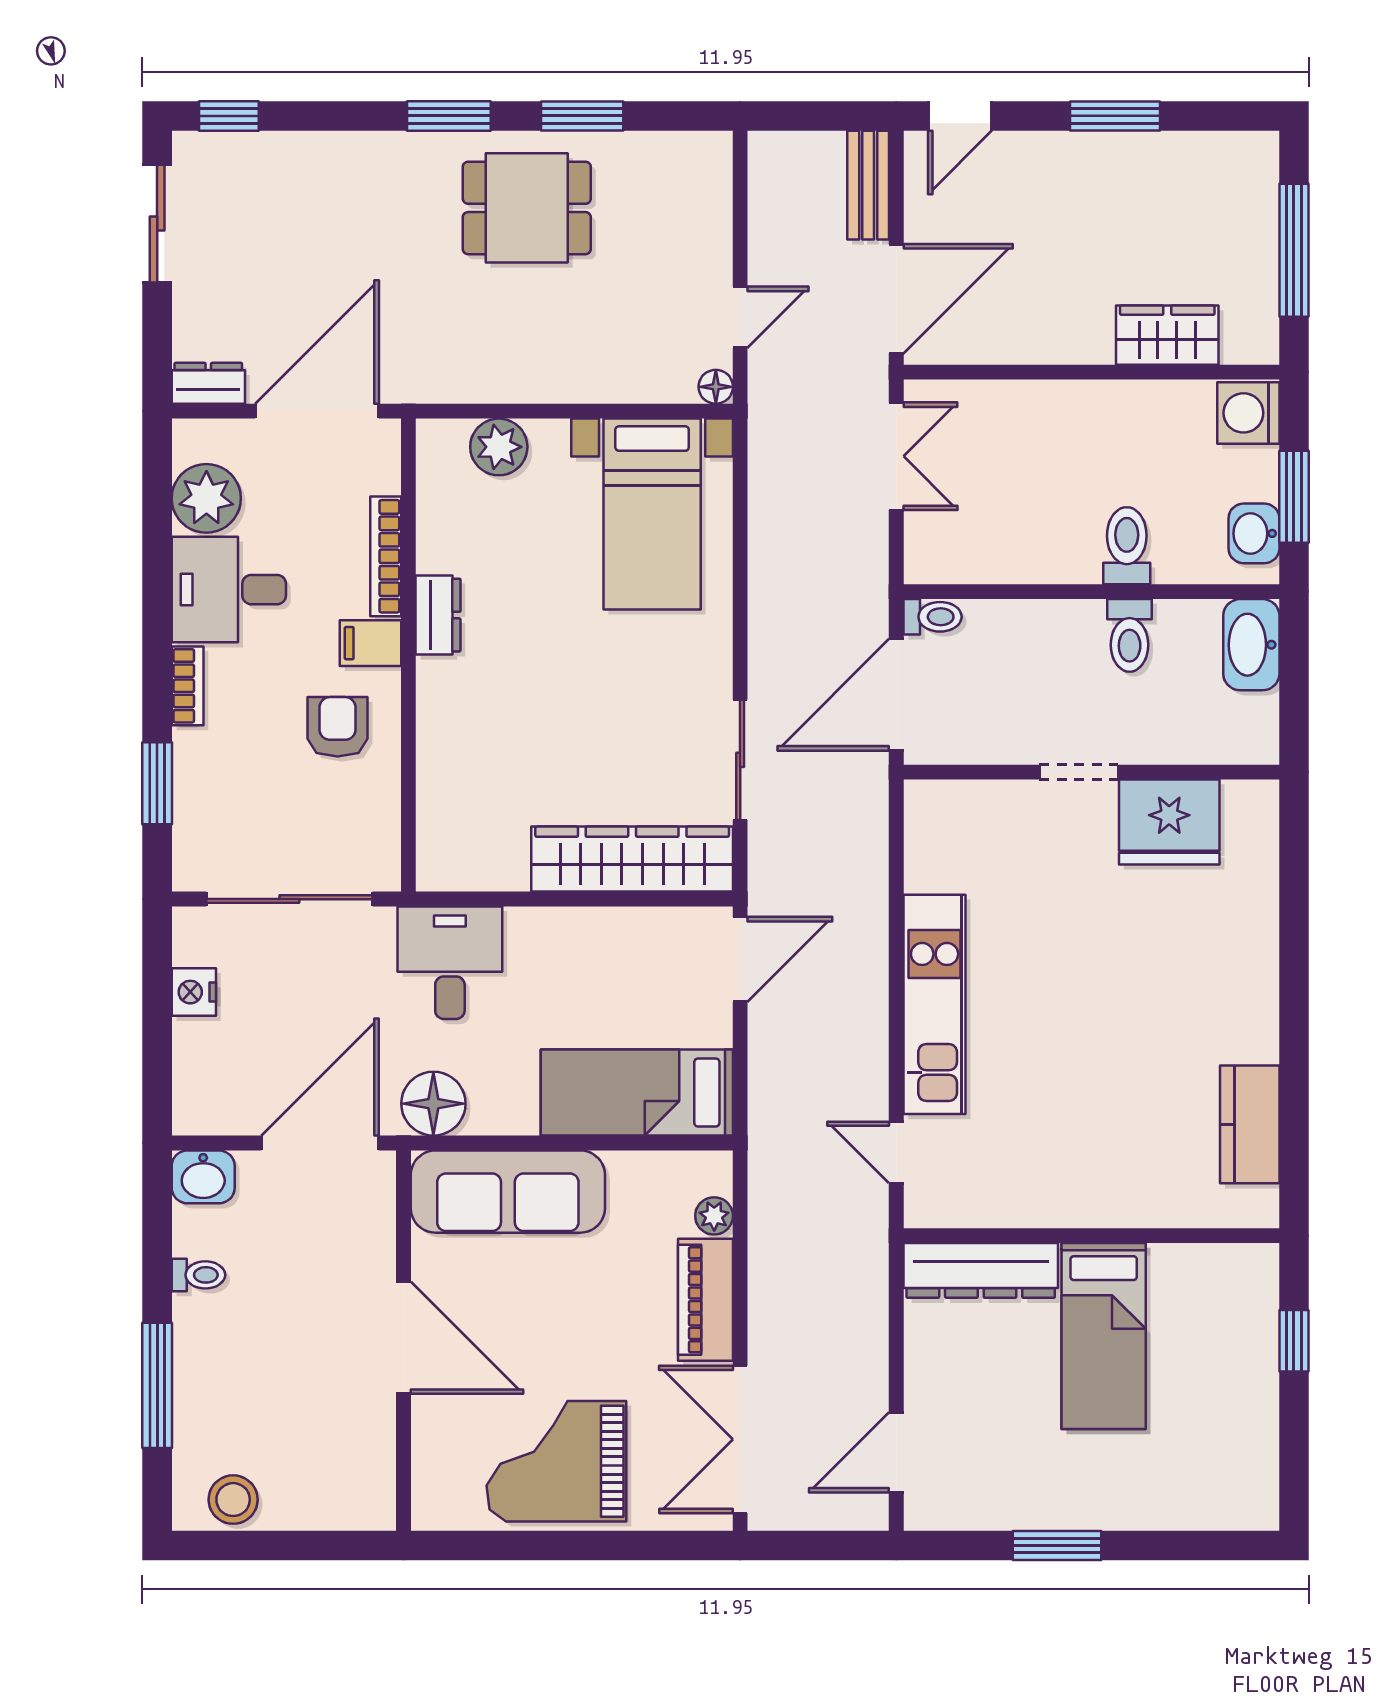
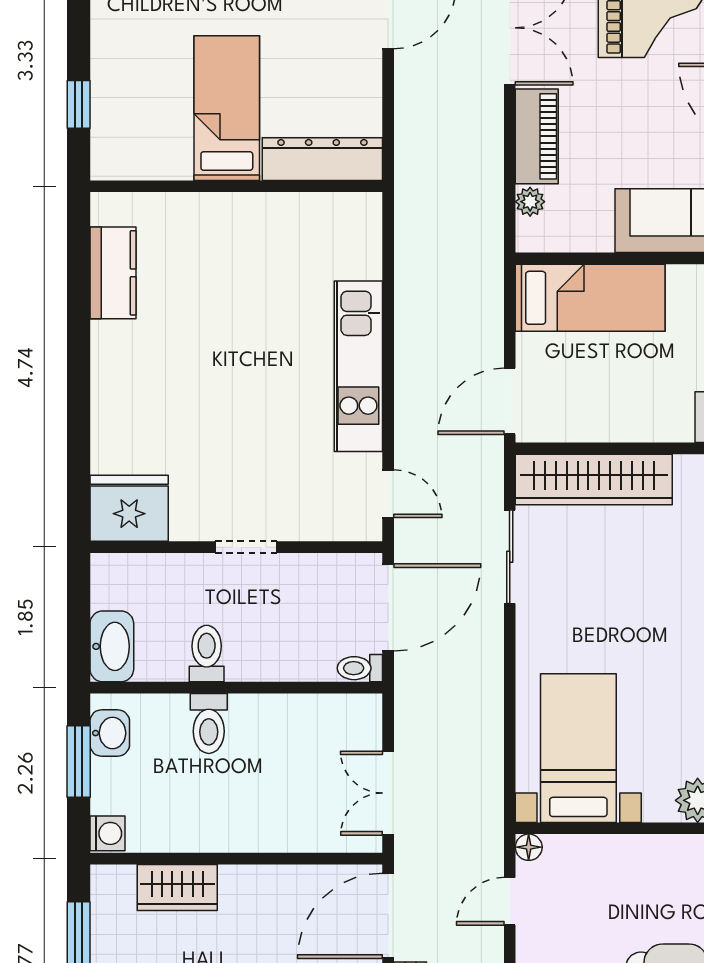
washing machine: (1248, 413) -> (107, 833), width x0.73, depth x0.73
fridge: (1169, 822) -> (129, 508), moved
door: (896, 1152) -> (388, 494), moved

